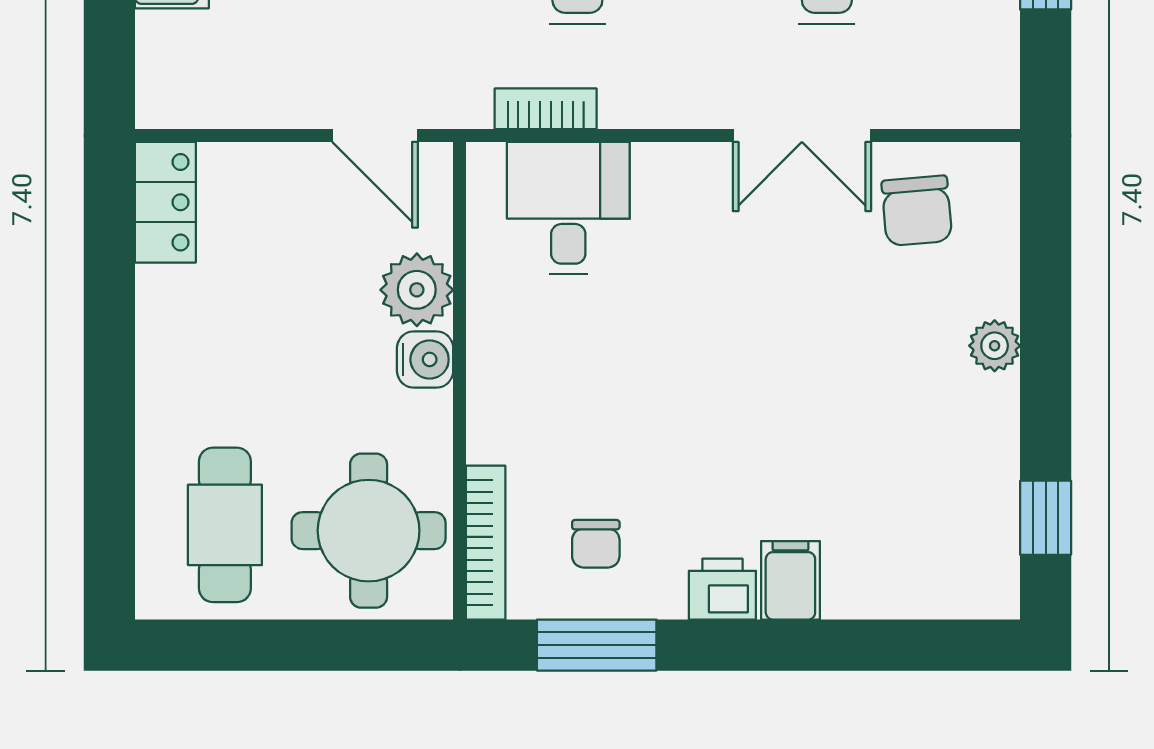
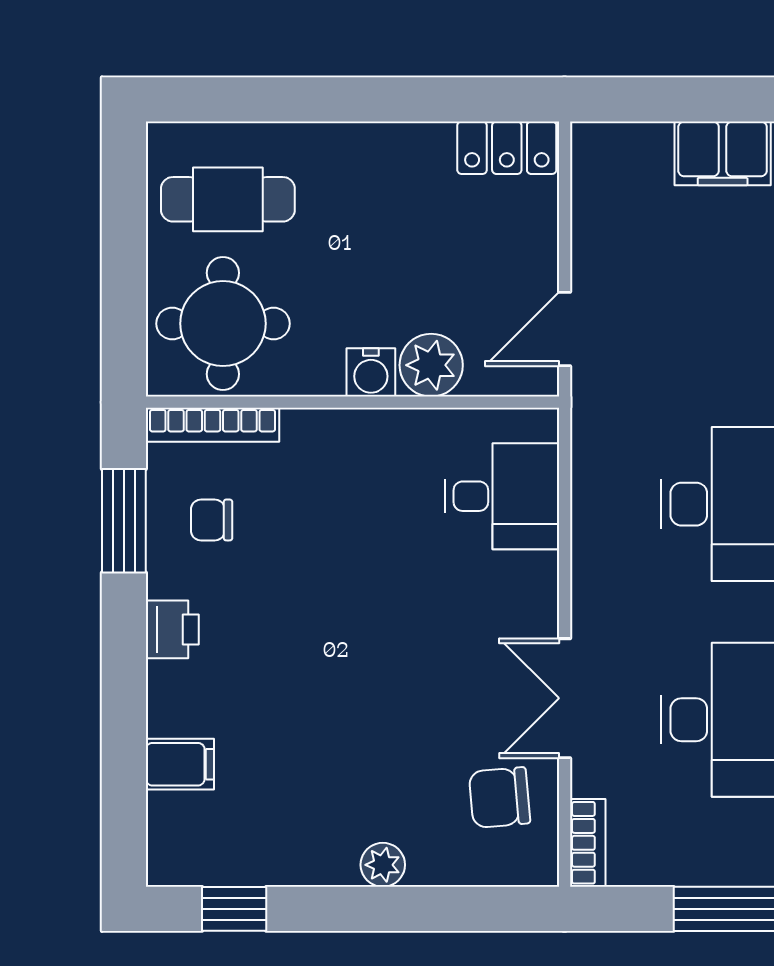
bookcase: (546, 109) -> (588, 843), moved
filing cabinet: (790, 580) -> (180, 764), moved

